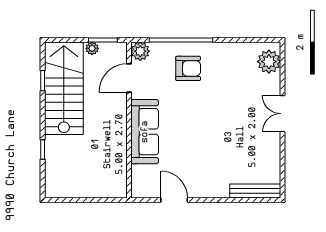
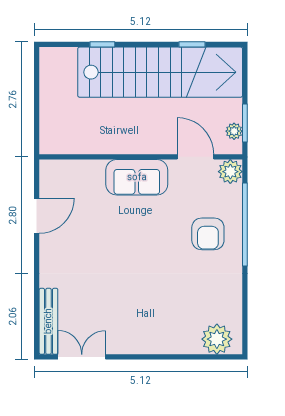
plant: (92, 48) -> (234, 131), moved
stairs: (64, 88) -> (160, 72), width x1.36
double door: (283, 114) -> (82, 357), moved
sofa: (145, 132) -> (137, 177), width x0.73

